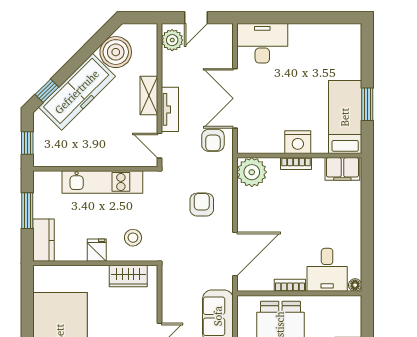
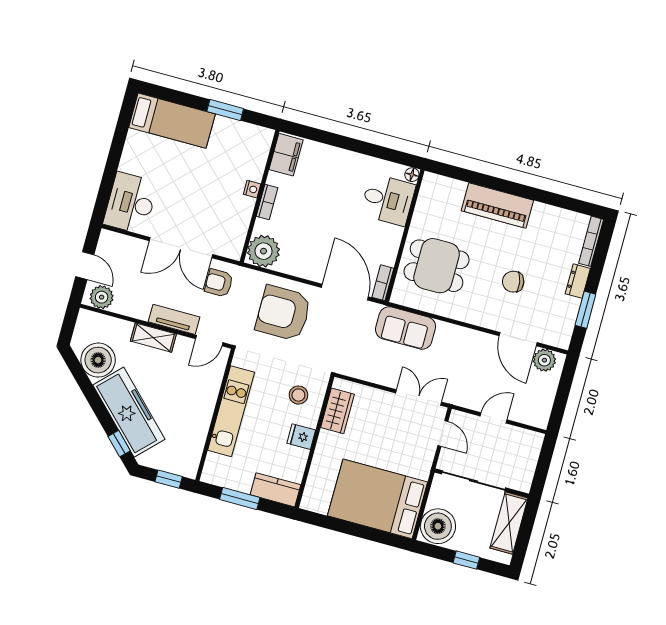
bed: (345, 117) -> (172, 121), moved, turned 180
armchair: (213, 140) -> (219, 283), turned 180
nightstand: (298, 142) -> (252, 189), width x0.53, depth x0.56
armchair: (202, 205) -> (283, 313), width x1.88, depth x1.88
bookcase: (290, 285) -> (383, 283), moved

